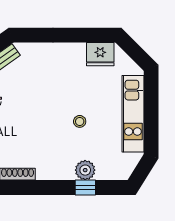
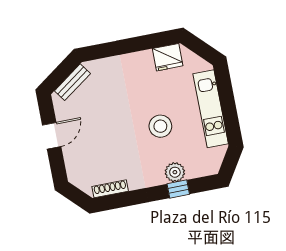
stool: (80, 121) -> (160, 126), width x1.89, depth x1.89

